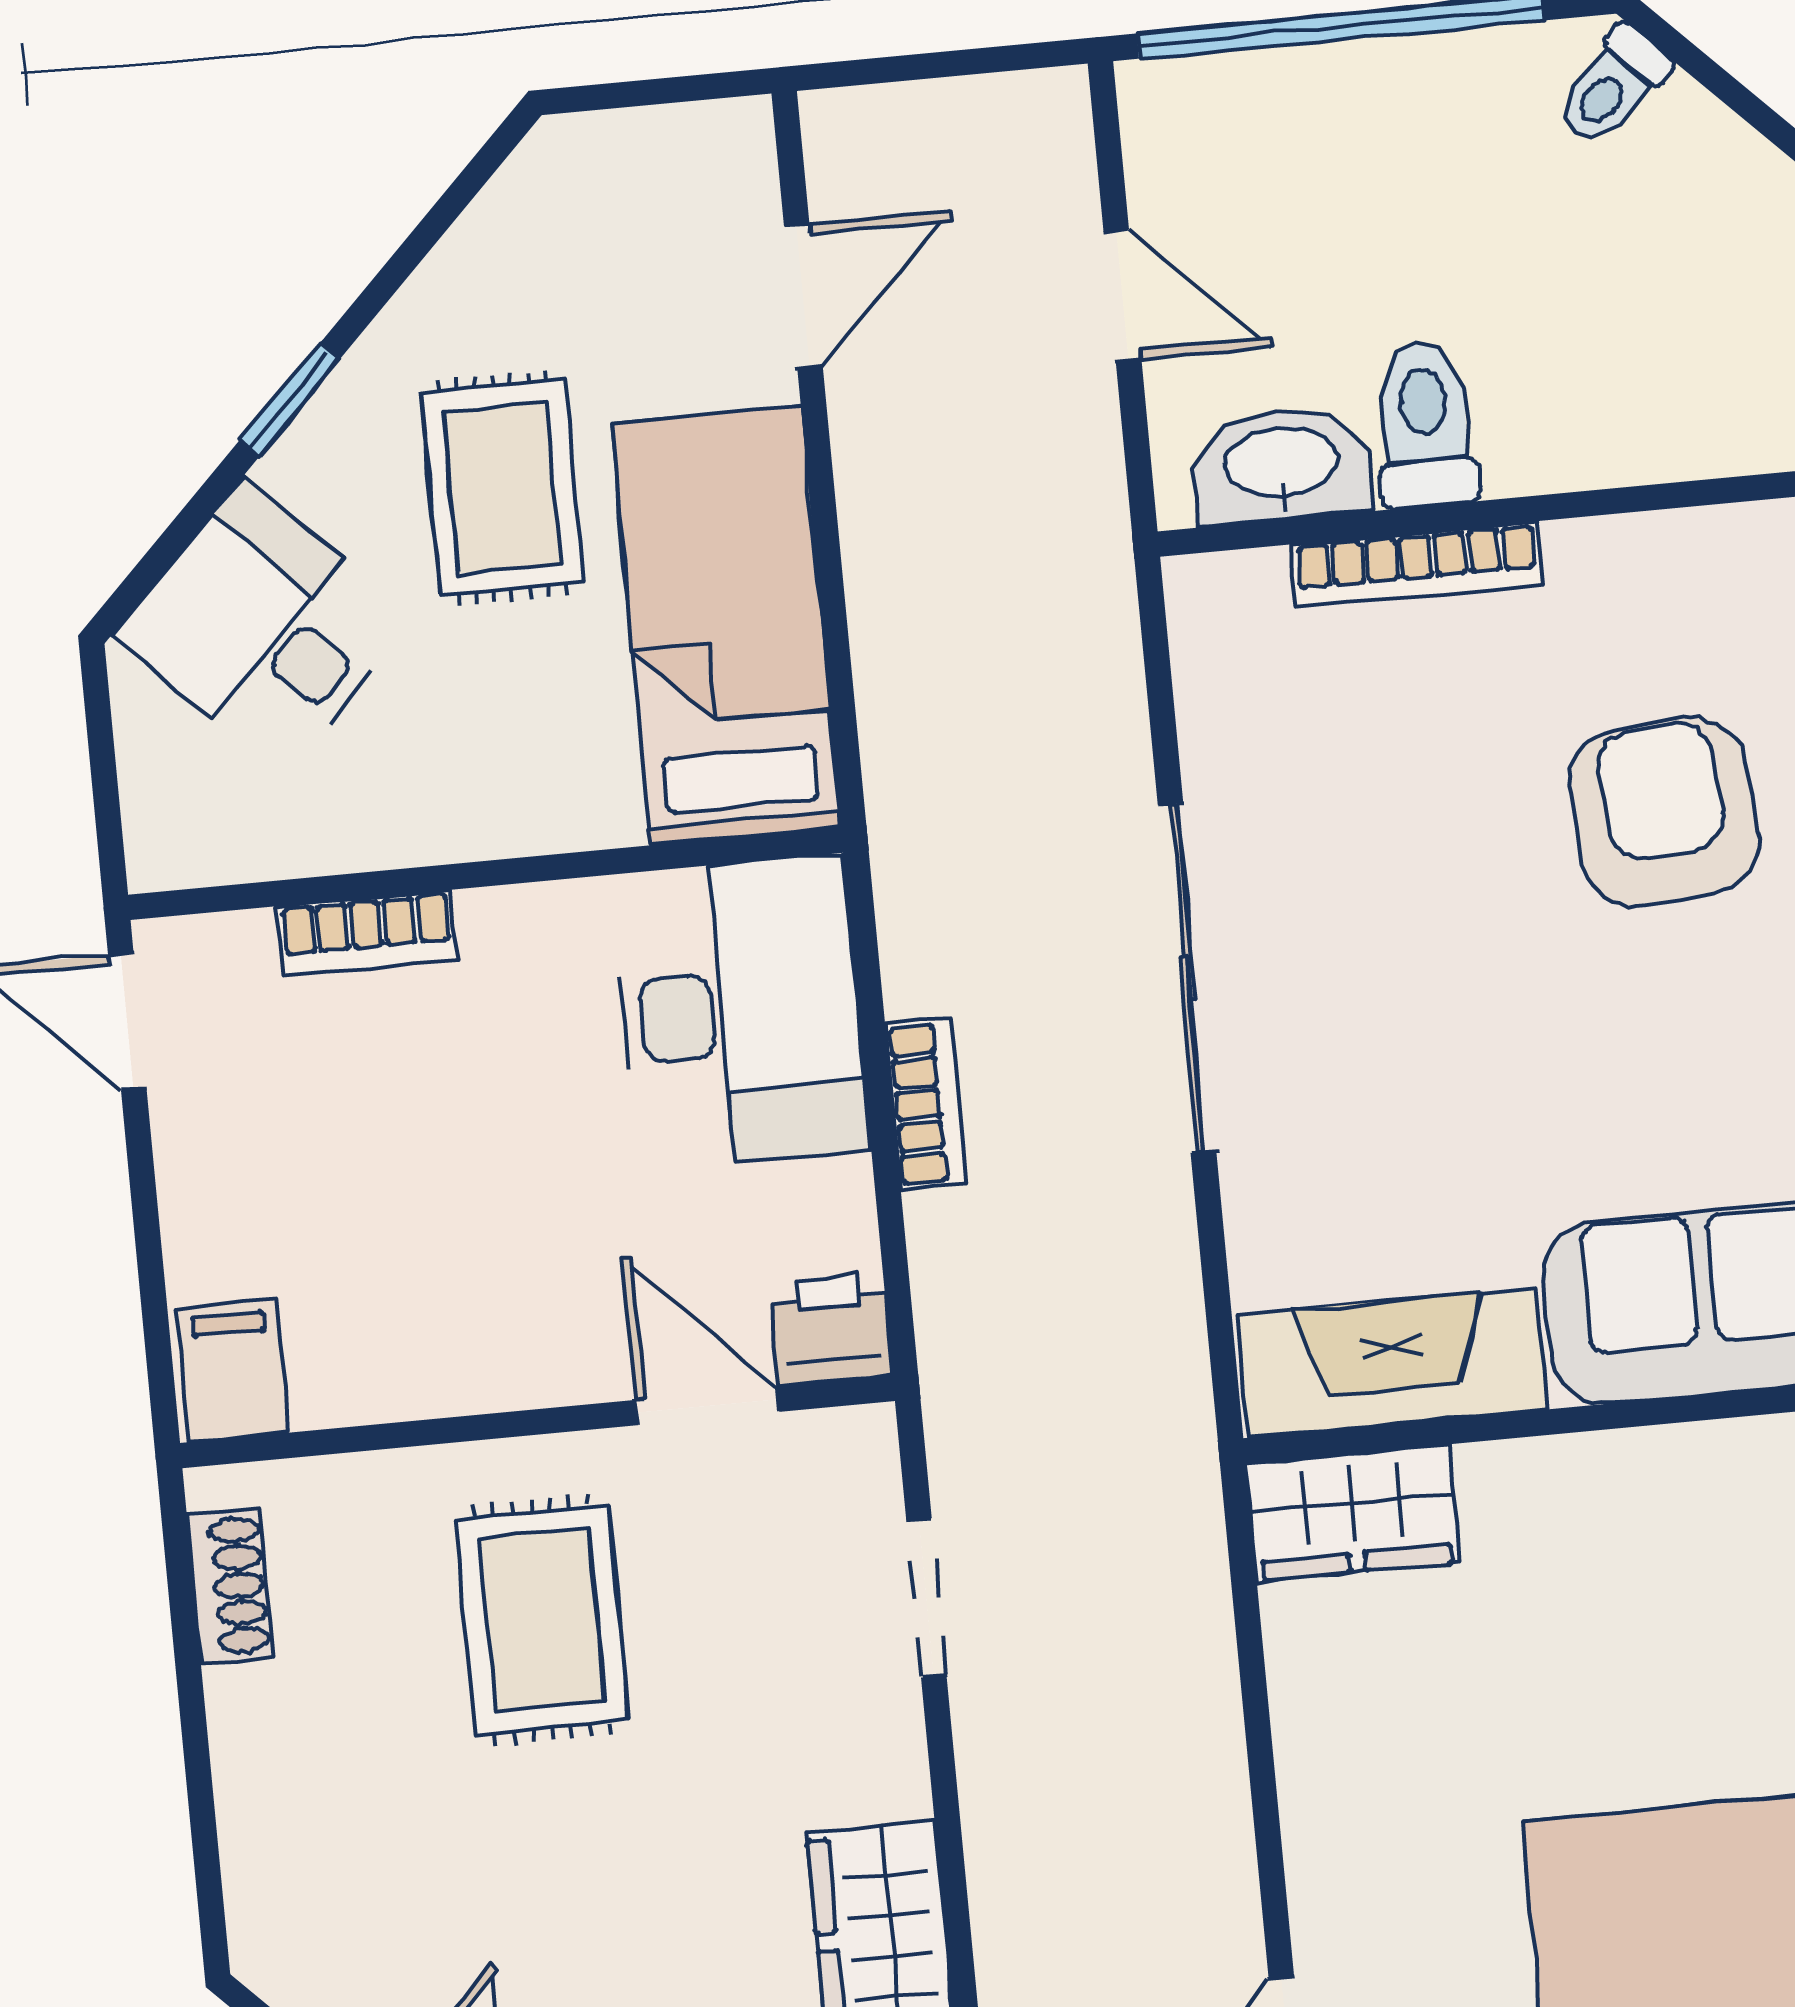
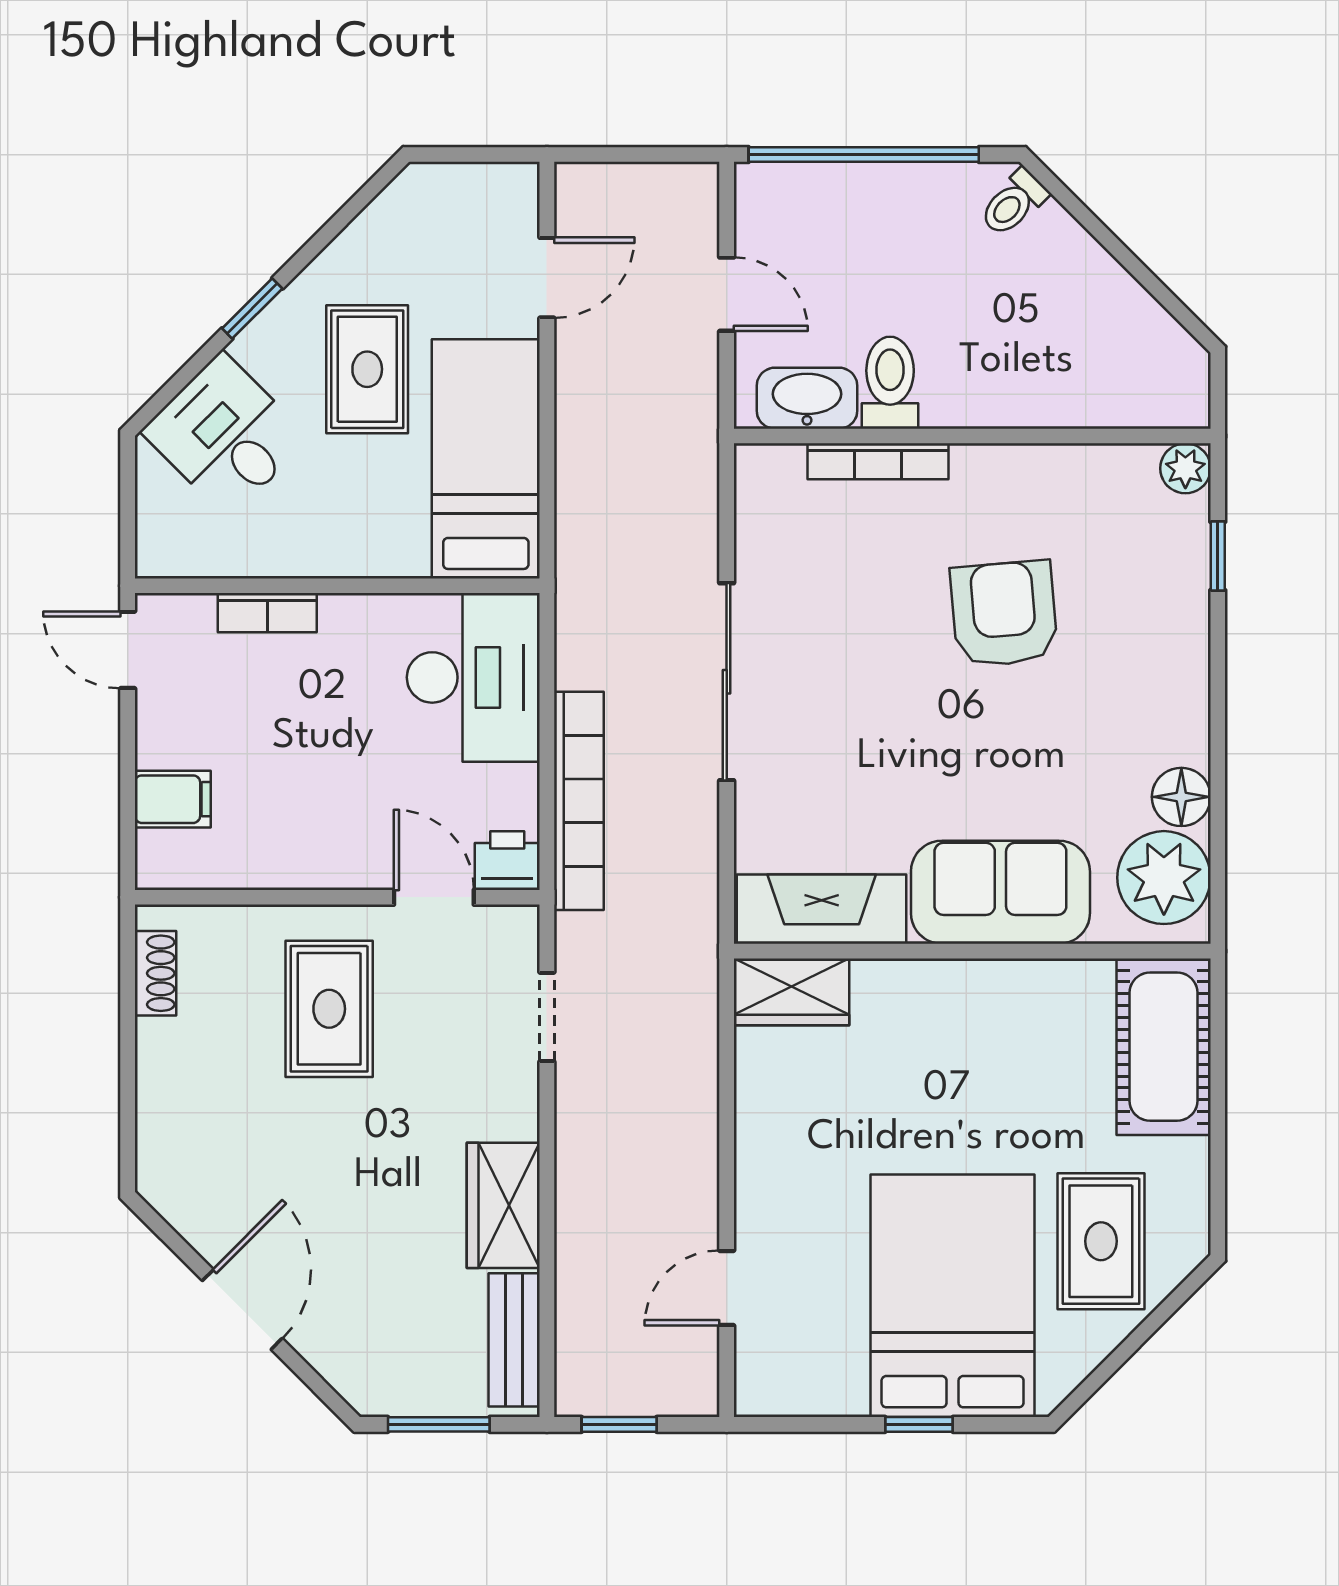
bookcase: (926, 1104) -> (579, 801), width x2.31, depth x1.31
filing cabinet: (233, 1371) -> (173, 799), moved, turned 90

